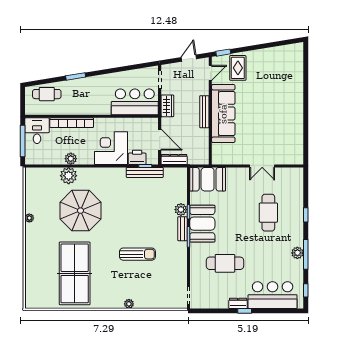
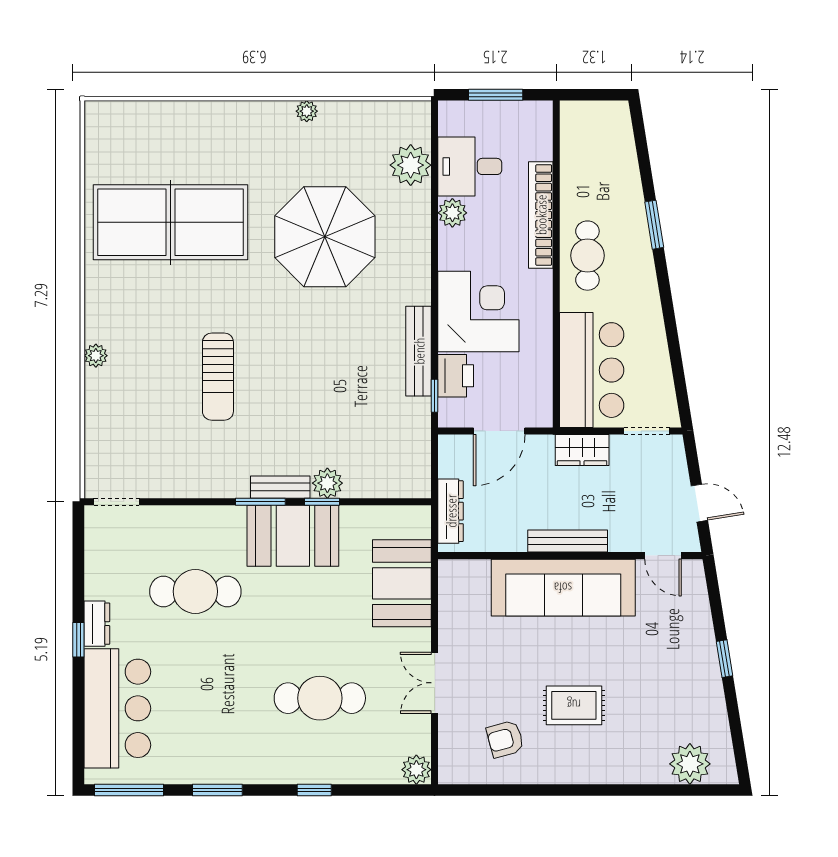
window: (223, 53) -> (725, 659), moved
plant: (295, 62) -> (690, 764), added
rug: (238, 68) -> (574, 705), moved
cafe table: (47, 94) -> (587, 256), moved
desk: (37, 131) -> (470, 166), moved, turned 180
armchair: (285, 137) -> (505, 739), added
window: (23, 141) -> (496, 95), width x0.69
dresser: (174, 159) -> (451, 511), moved
bench: (145, 172) -> (419, 351), moved
plant: (69, 176) -> (411, 165), moved
booth: (208, 179) -> (402, 583), moved
plant: (297, 253) -> (416, 770), moved
window: (306, 254) -> (217, 790), width x0.69
cafe table: (225, 263) -> (195, 591), turned 90
window: (306, 290) -> (129, 790), width x2.17

